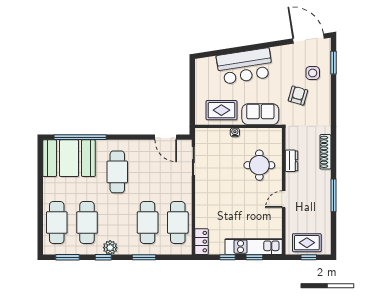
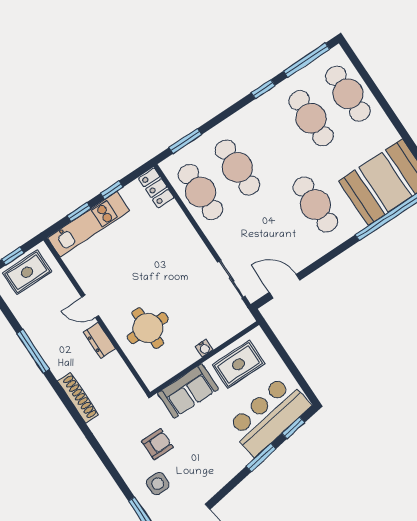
window: (244, 49) -> (261, 458), added
window: (215, 53) -> (293, 428), added
bar counter: (245, 66) -> (269, 416), moved
armchair: (298, 95) -> (157, 444), turned -106
dresser: (292, 161) -> (99, 340), moved
door: (284, 199) -> (90, 306), swing flipped
plant: (110, 248) -> (263, 107), removed
window: (67, 257) -> (307, 60), width x1.44
window: (144, 257) -> (185, 141), moved

